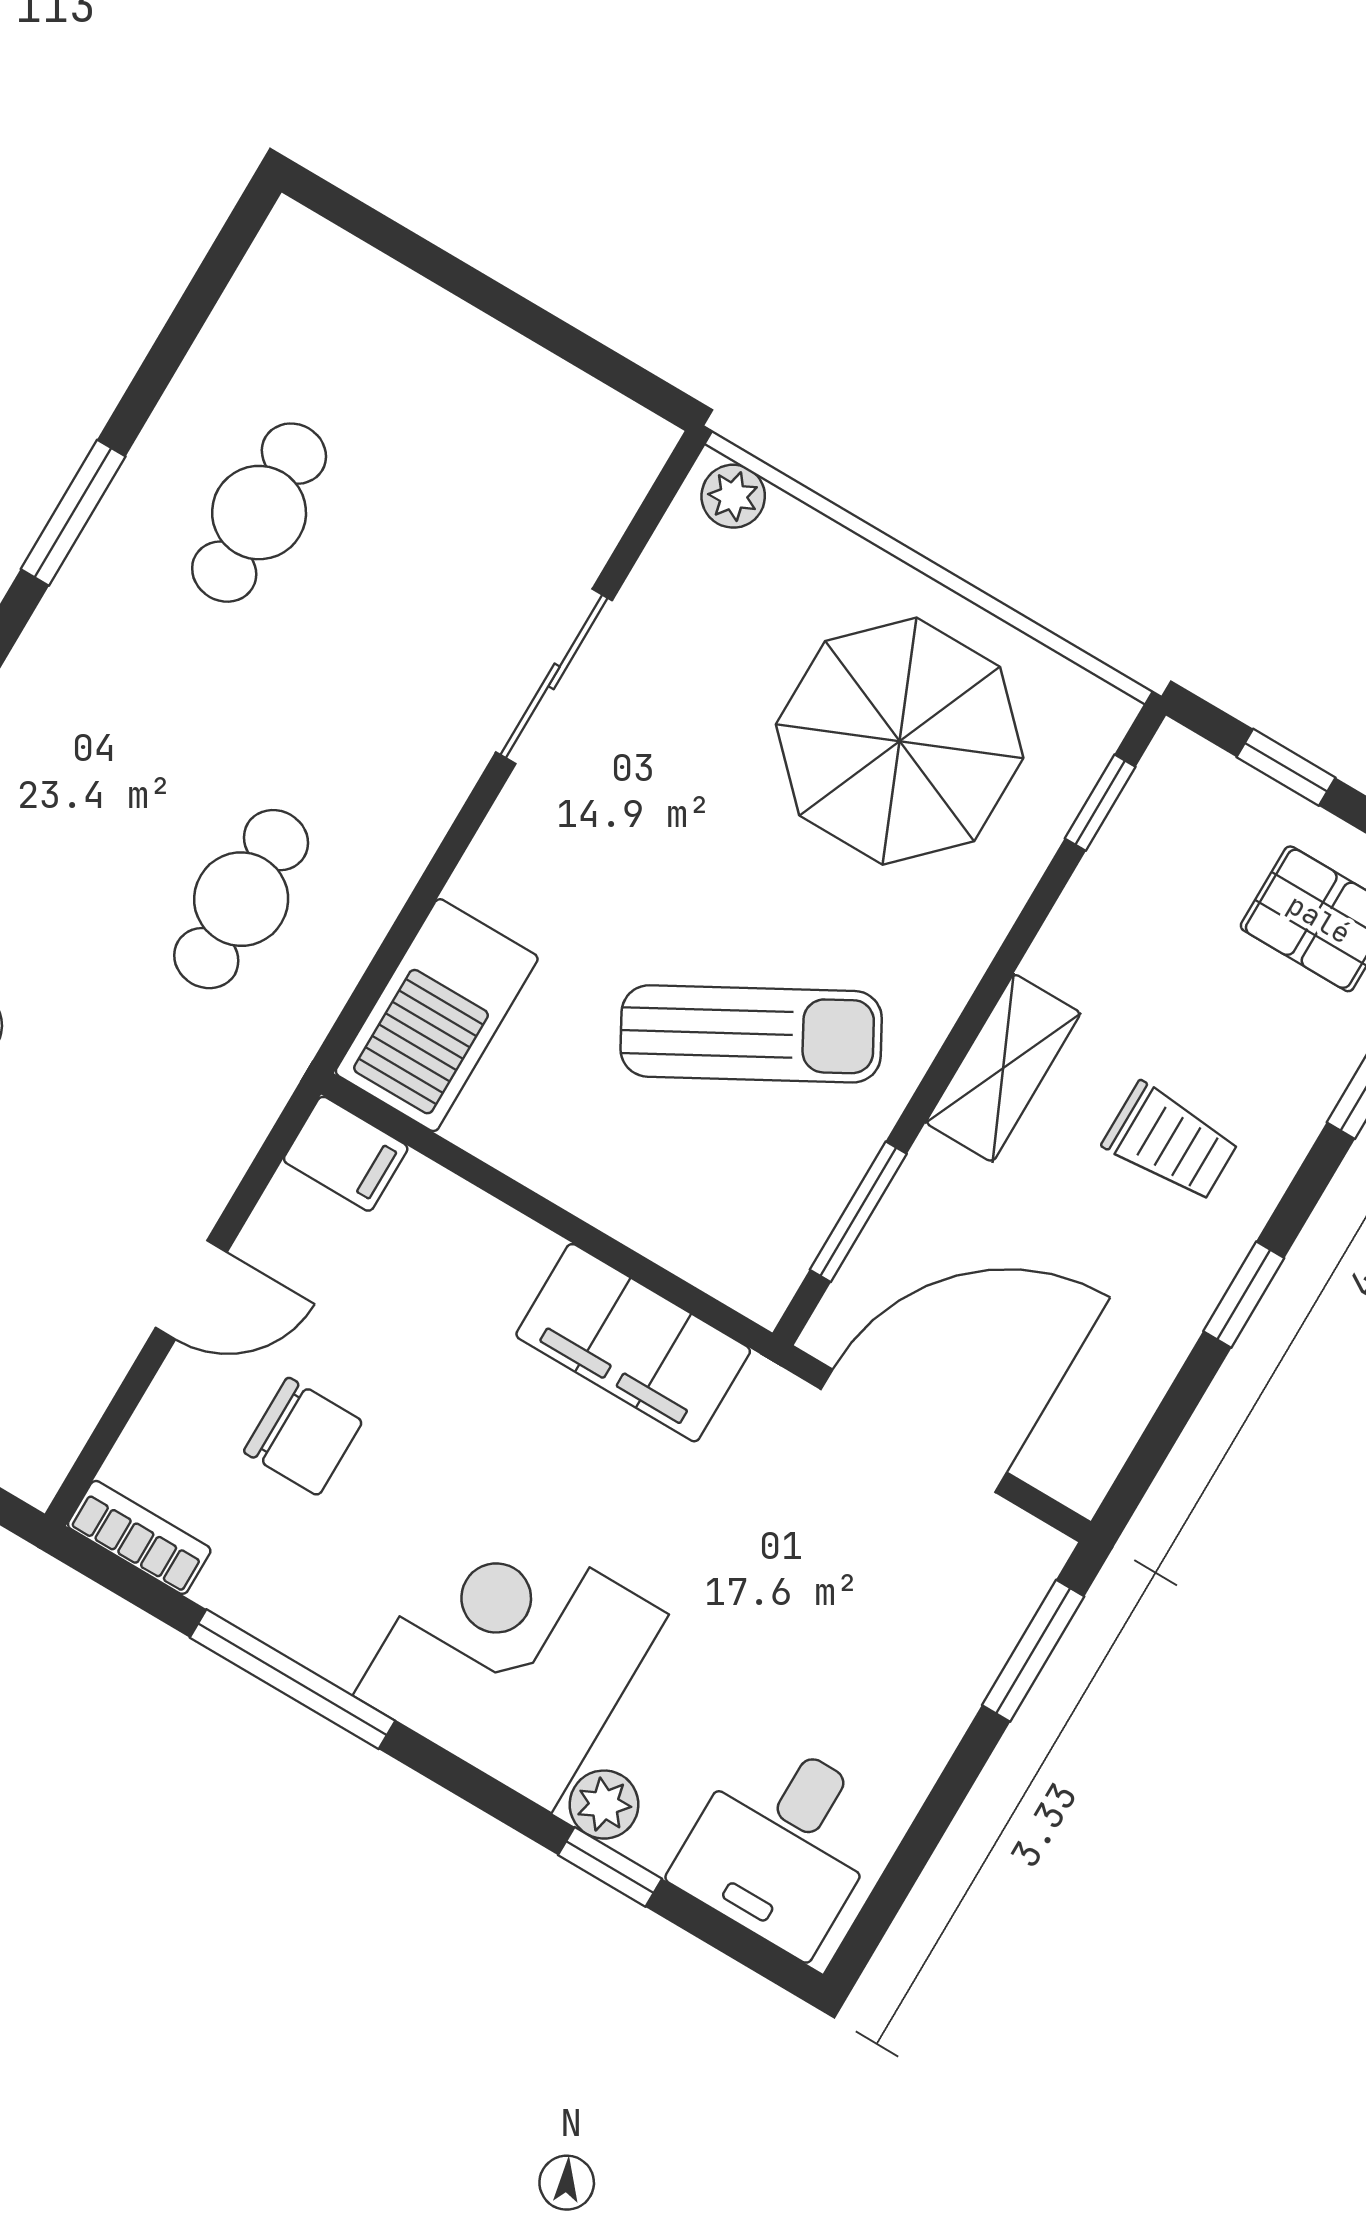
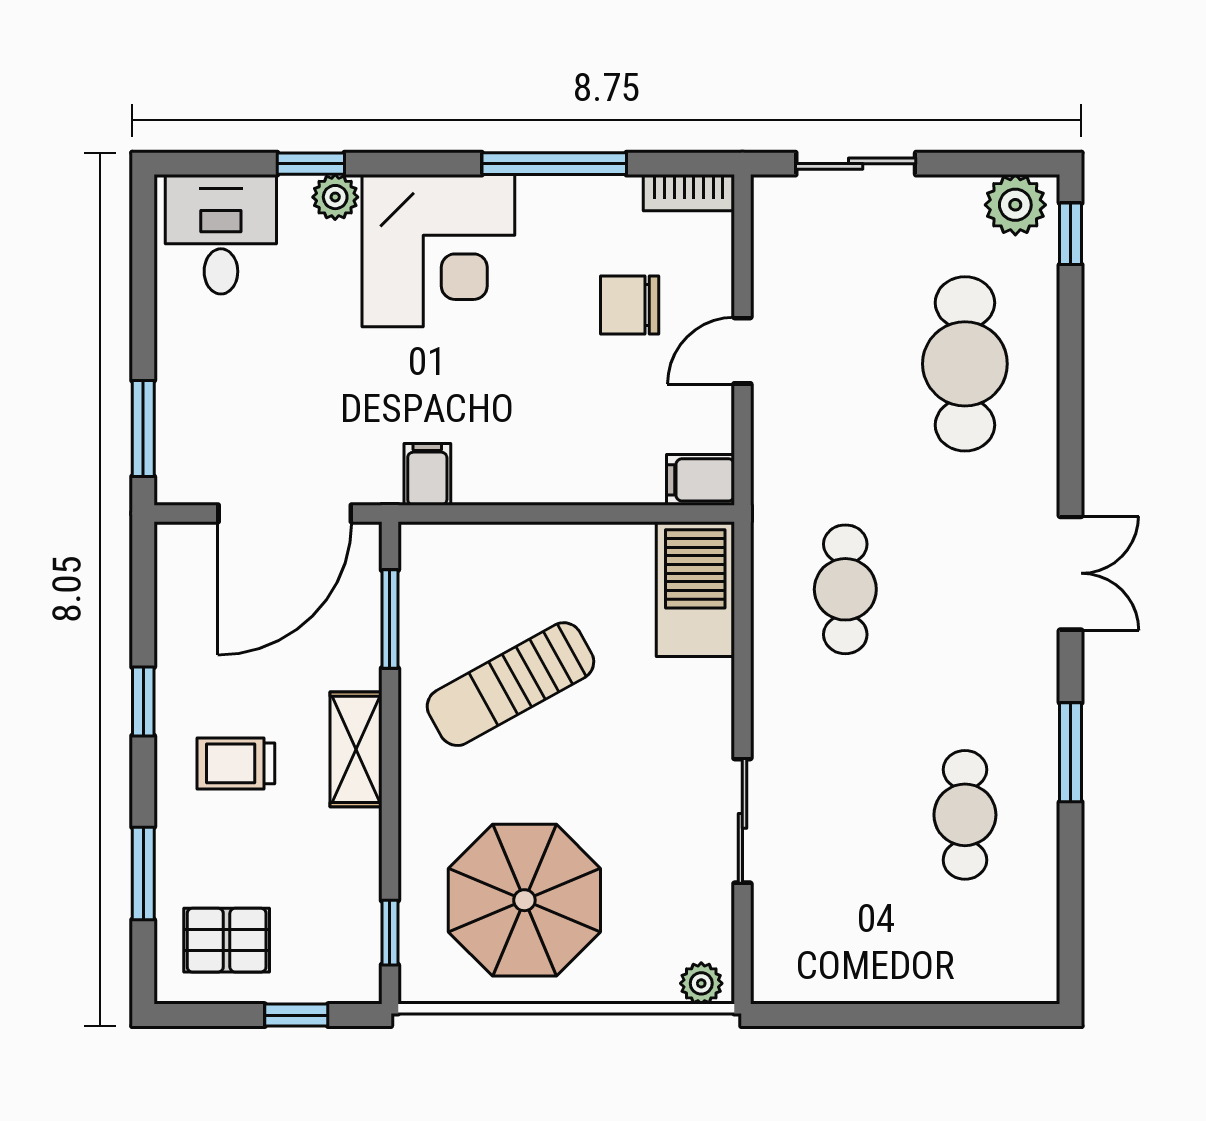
filing cabinet: (633, 1343) -> (427, 474), width x0.33, depth x0.86

